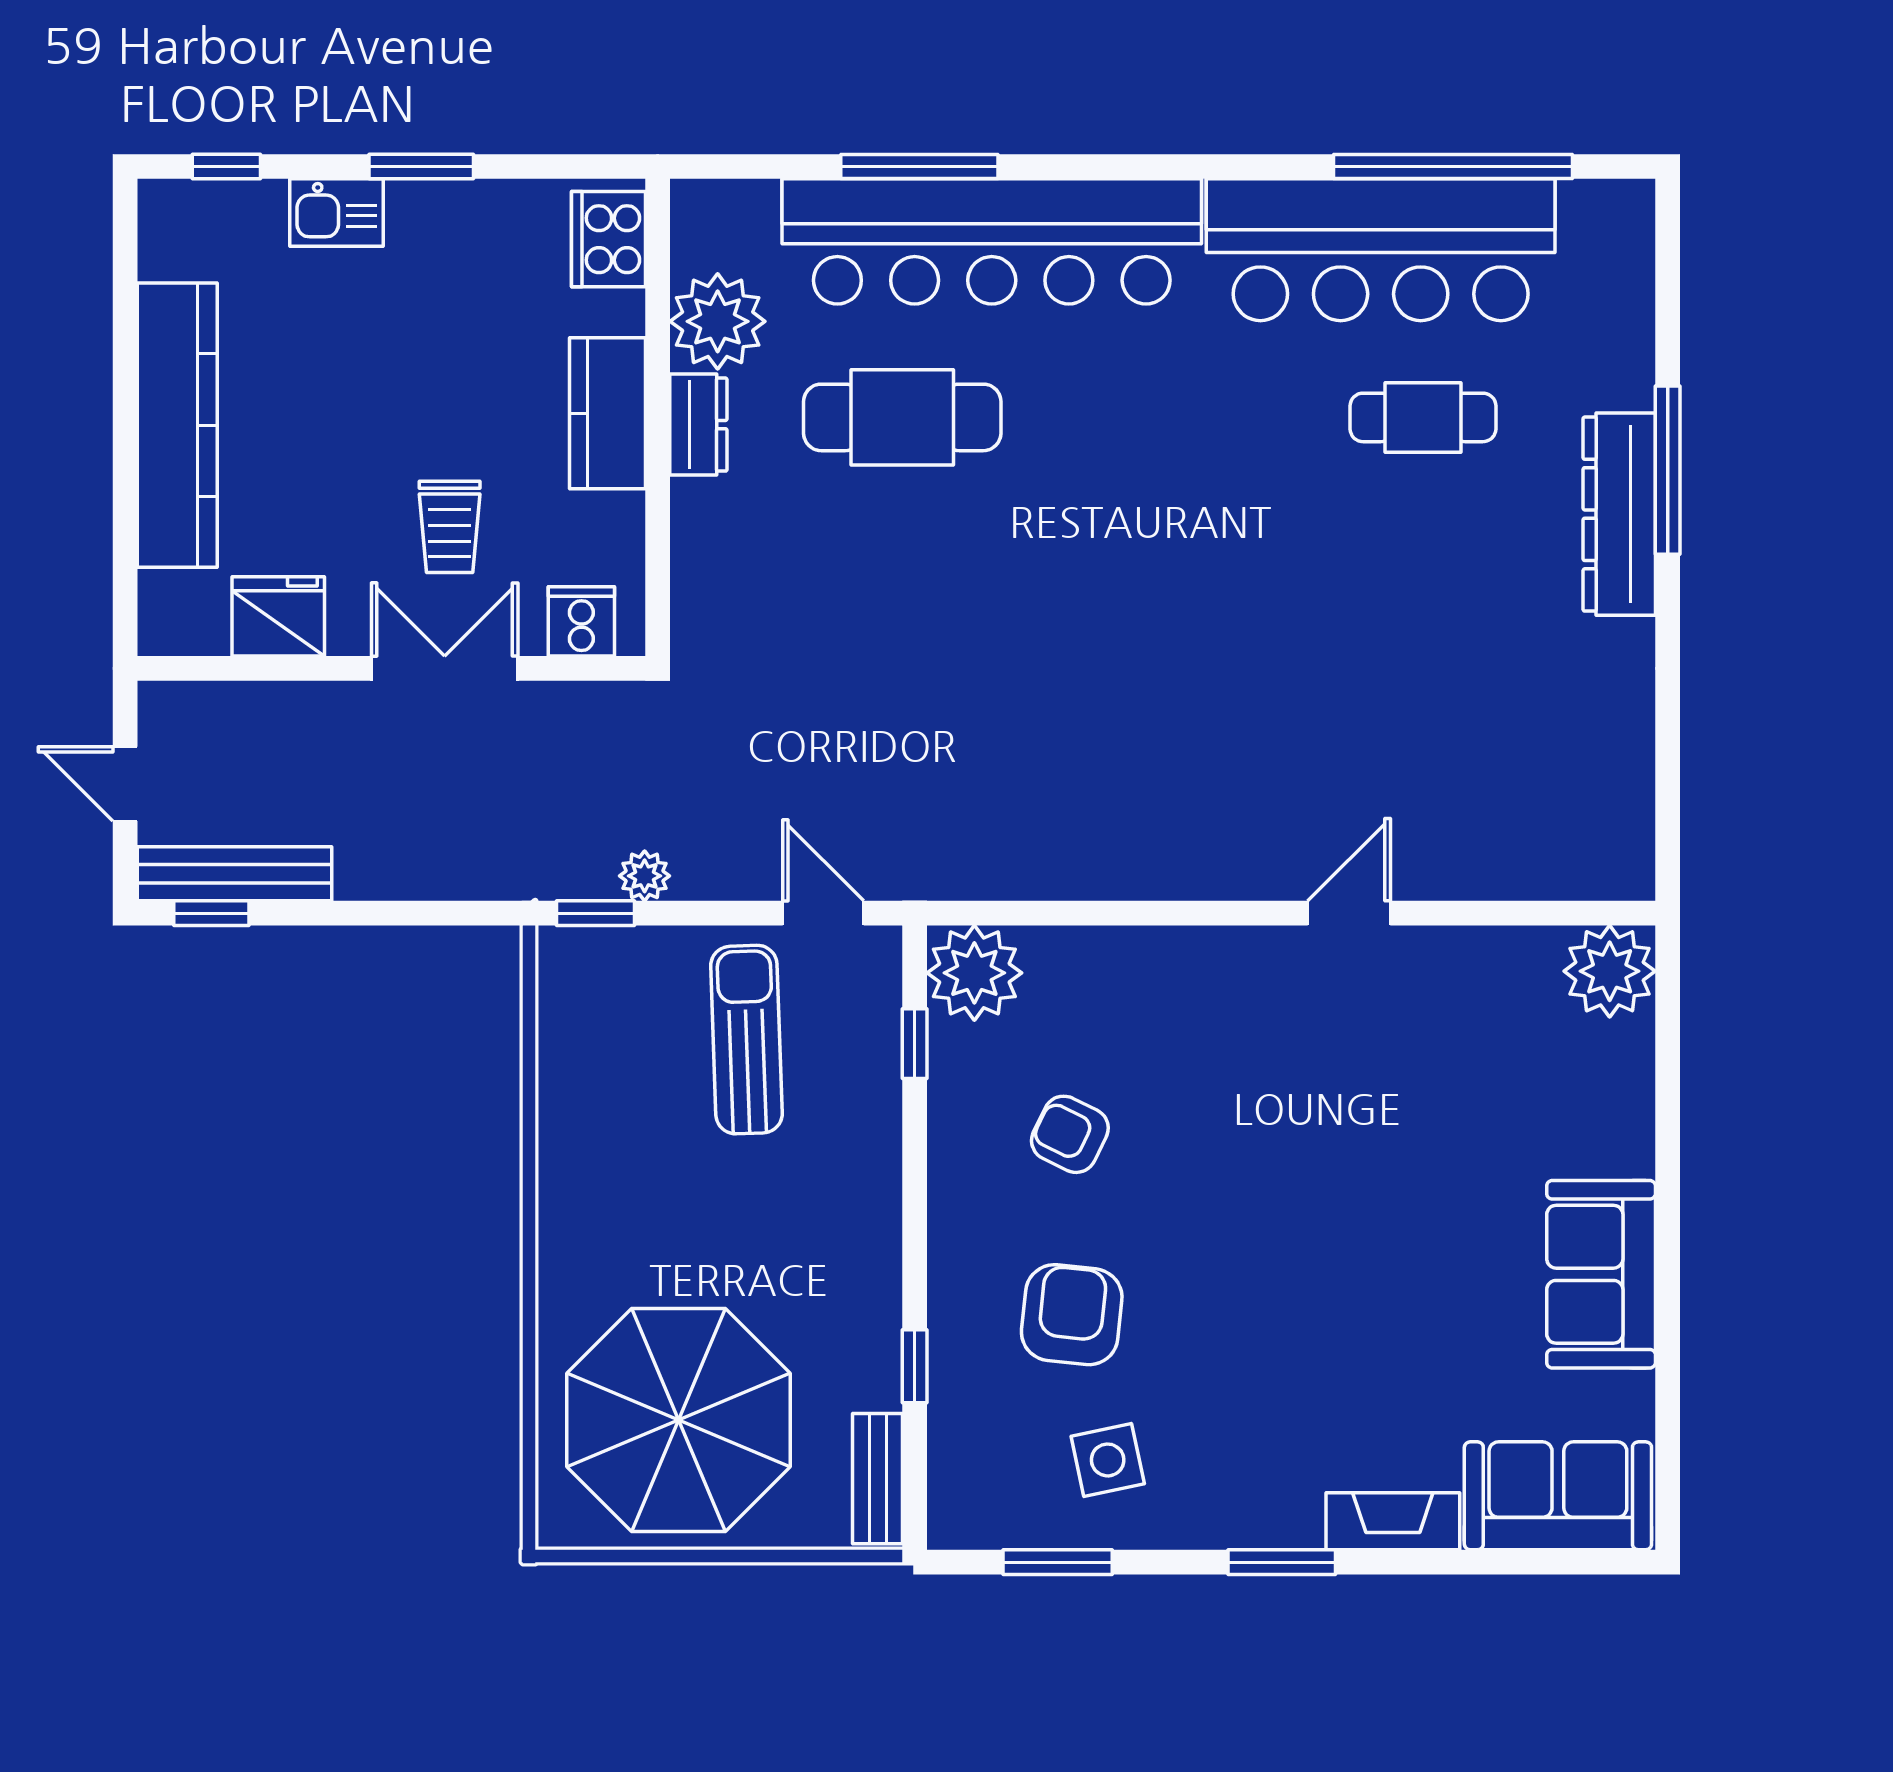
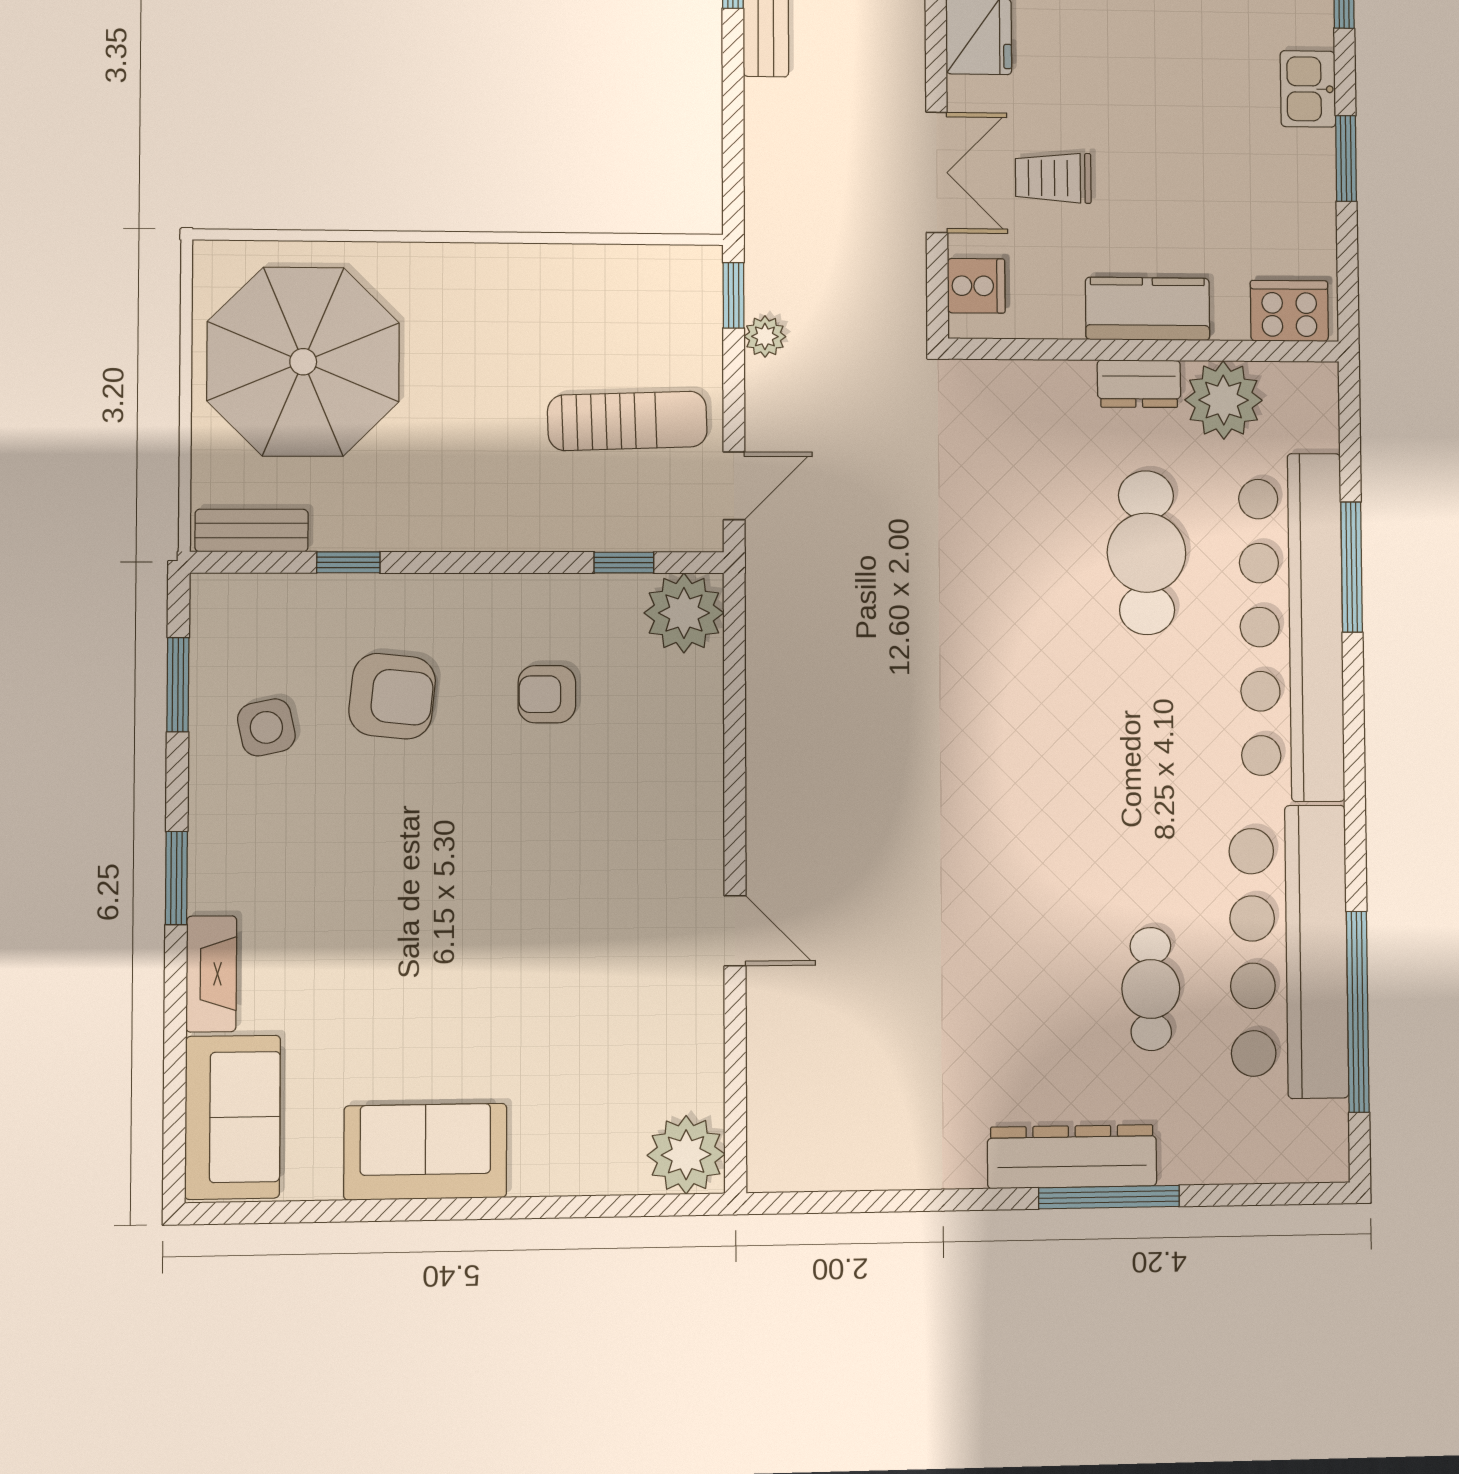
armchair: (1070, 1134) -> (547, 694), turned -116

